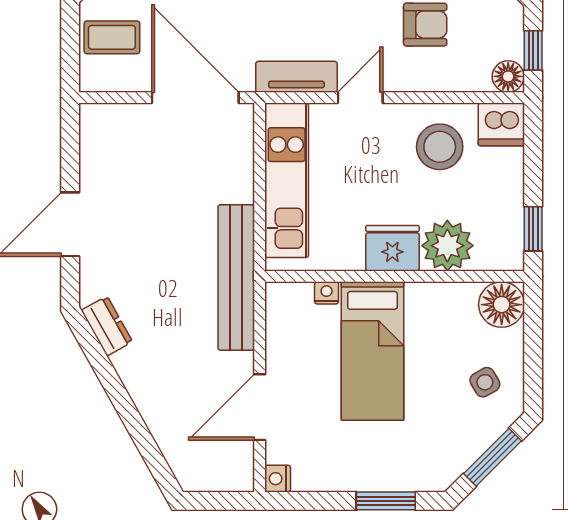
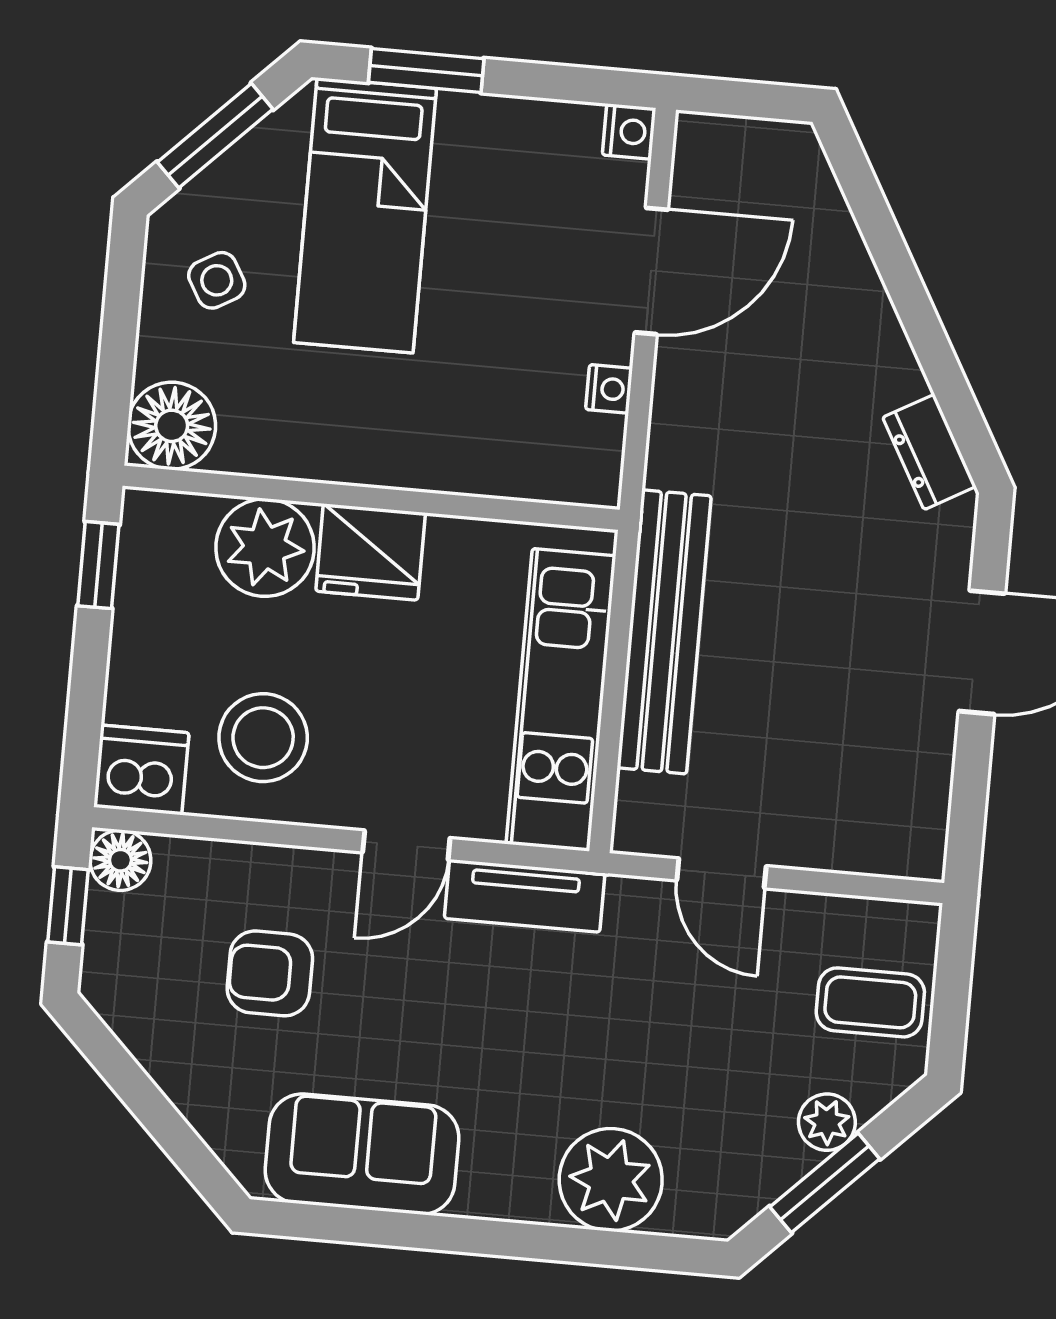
door: (195, 98) -> (721, 873), width x0.53
bench: (236, 277) -> (664, 632), moved
nightstand: (327, 293) -> (609, 389), moved, turned -90
bed: (372, 351) -> (365, 215), moved, turned 180

